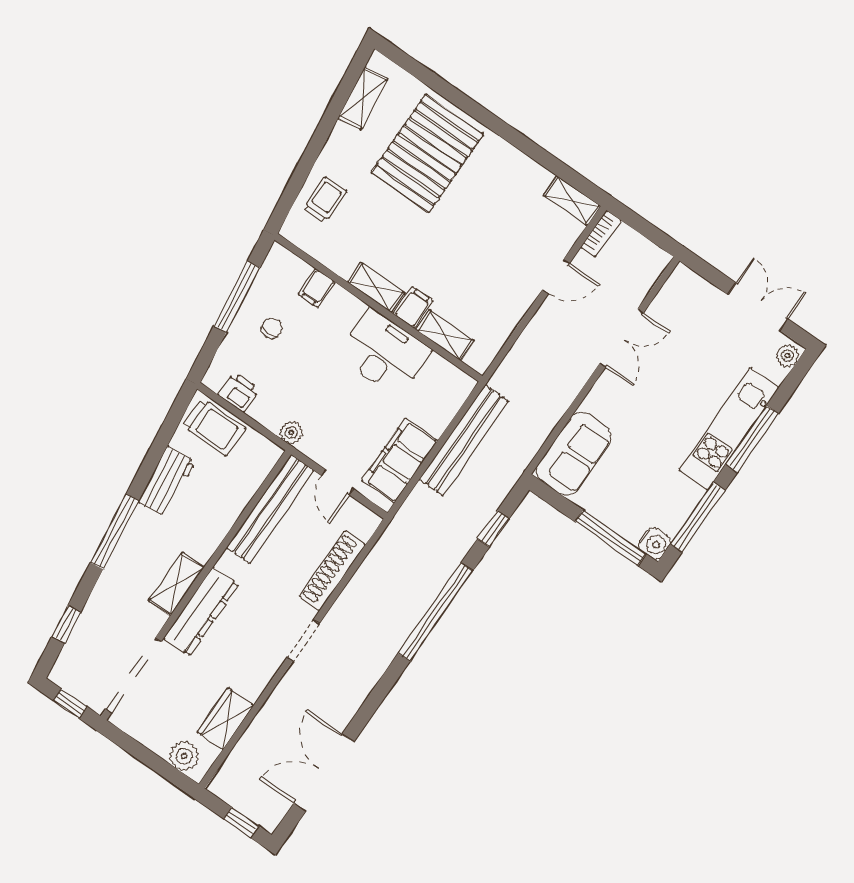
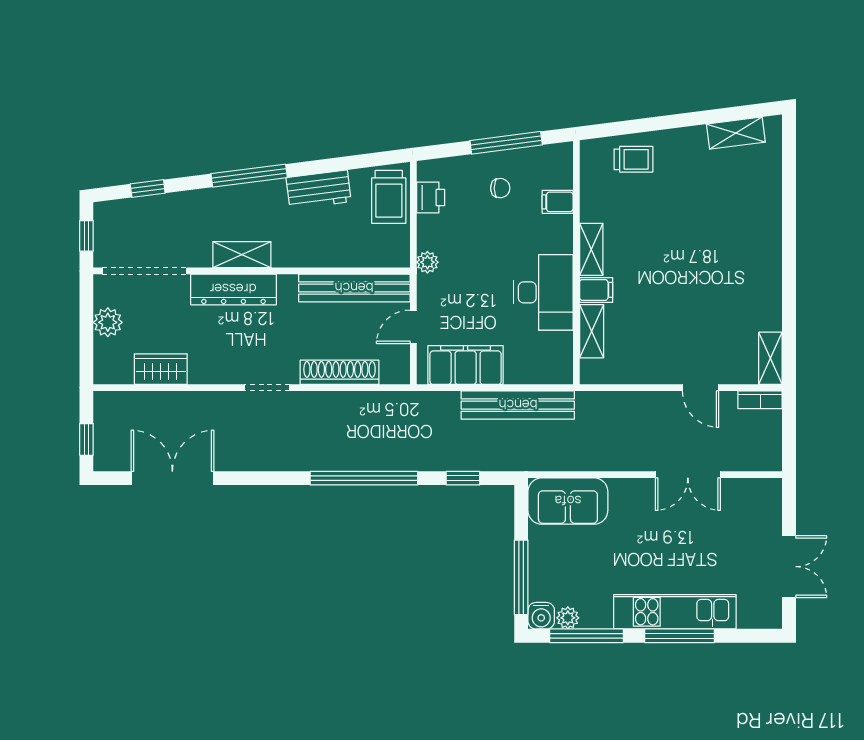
pallet: (427, 153) -> (728, 216), removed
plant: (788, 356) -> (568, 618), moved
plant: (184, 756) -> (108, 322), moved

